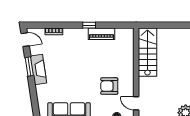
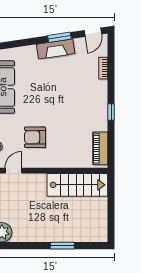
piano: (101, 34) -> (100, 148), moved
armchair: (109, 86) -> (35, 137), turned -90

